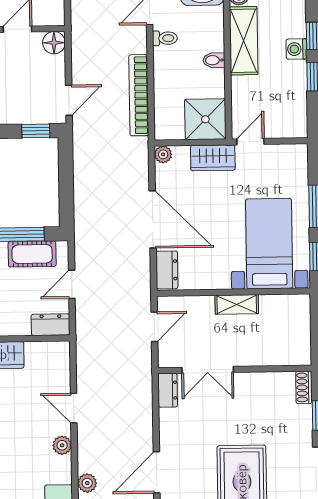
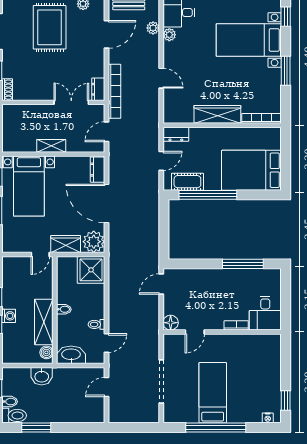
bookcase: (139, 95) -> (114, 91), moved
shower: (205, 119) -> (91, 270), moved
window: (36, 131) -> (184, 264), removed
plant: (163, 154) -> (94, 242), width x1.88, depth x1.88
plant: (62, 445) -> (169, 35), moved

